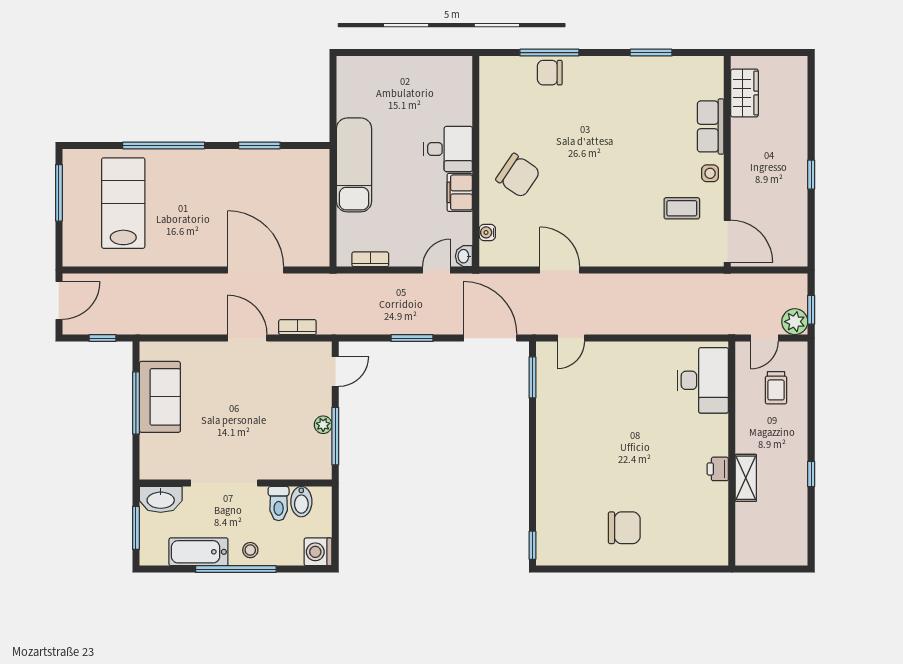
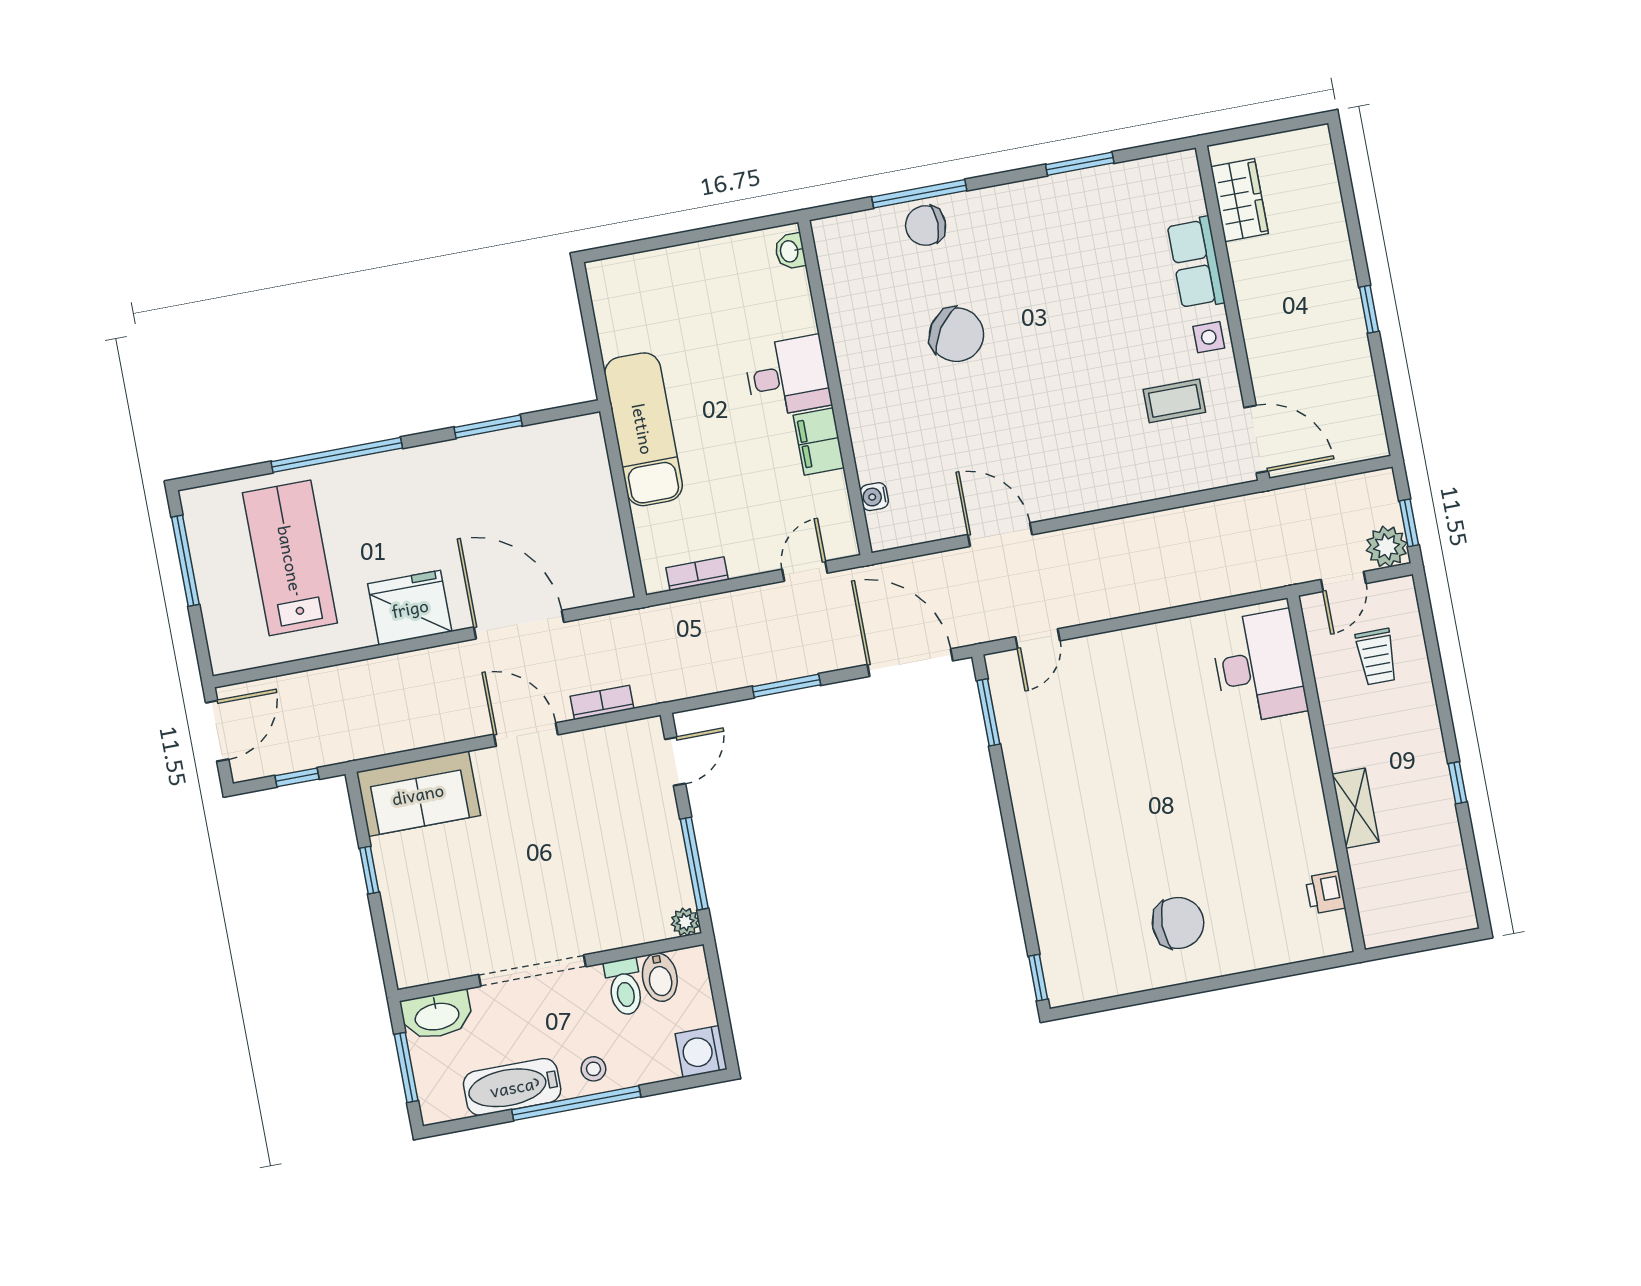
chair: (518, 175) -> (956, 335), moved
fridge: (191, 247) -> (410, 608), added
washbasin: (464, 256) -> (790, 251), moved
sofa: (160, 397) -> (418, 794), moved, turned 90
window: (136, 403) -> (369, 870), width x0.46
plant: (323, 425) -> (685, 922), moved
printer: (718, 469) -> (1325, 893), moved

